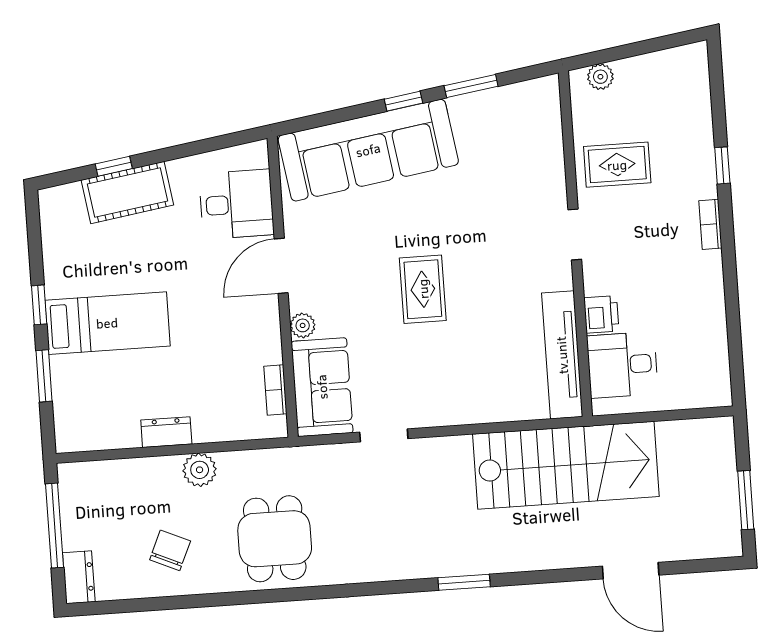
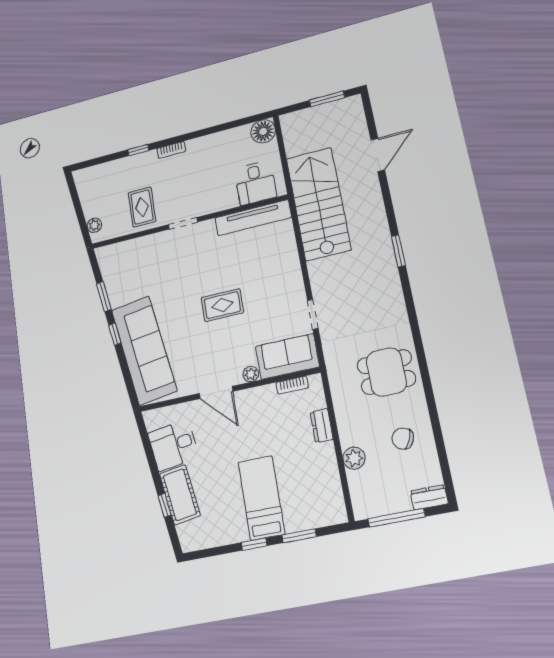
desk: (237, 204) -> (173, 445), moved, turned -99
printer: (601, 314) -> (227, 200), removed
floor lamp: (711, 387) -> (263, 131), added
dresser: (166, 432) -> (322, 426), moved
plant: (200, 470) -> (354, 458), moved

